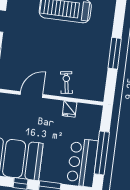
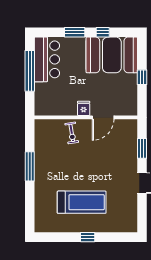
fridge: (70, 109) -> (84, 108), moved

